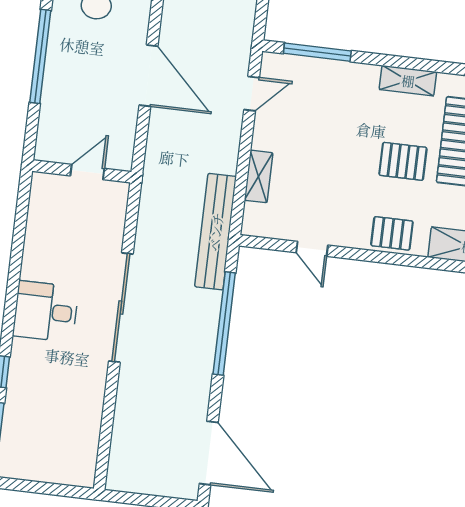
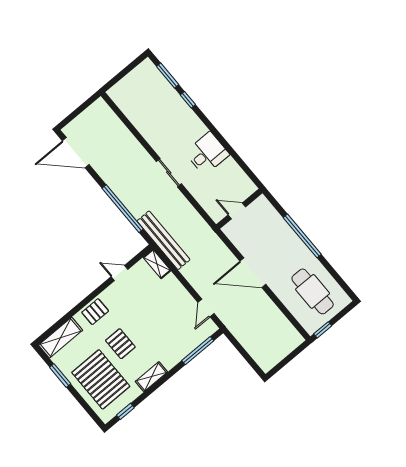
pallet: (403, 161) -> (120, 344), turned 90
door: (87, 172) -> (237, 211), swing flipped
shelving: (259, 176) -> (157, 264), moved
sliding door: (121, 308) -> (169, 173), width x0.54
desk: (46, 312) -> (207, 153), moved

